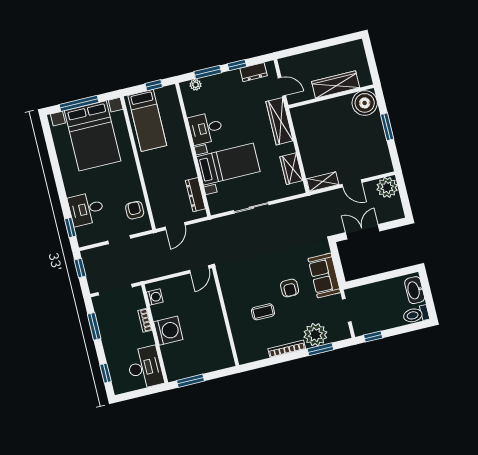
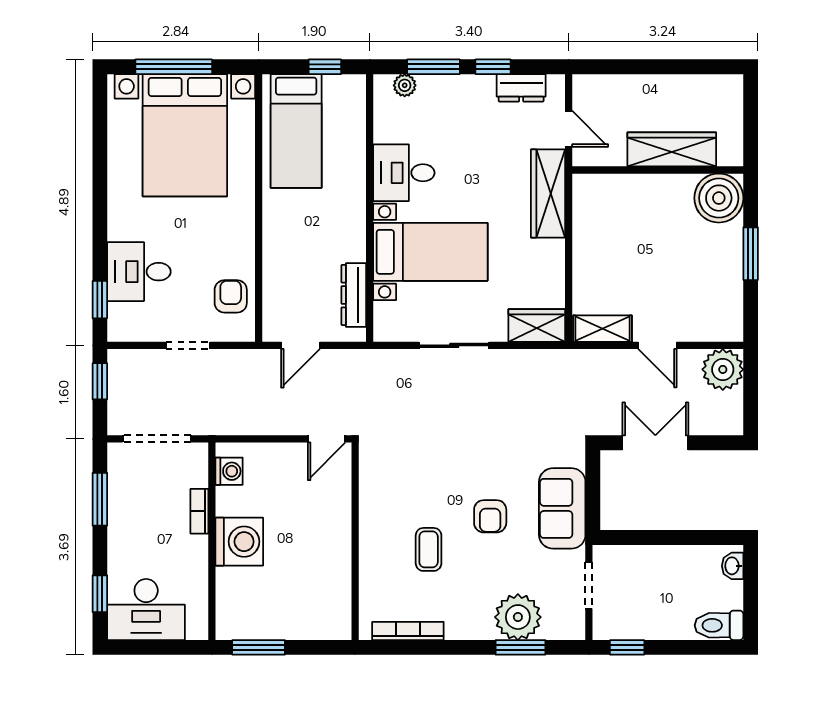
wardrobe: (291, 169) -> (537, 325), moved, turned 90
washbasin: (415, 290) -> (733, 566), width x0.52, depth x0.69
coffee table: (263, 312) -> (429, 549), turned 90
bookcase: (287, 349) -> (408, 631), moved
desk: (145, 368) -> (146, 610), moved, turned 90

